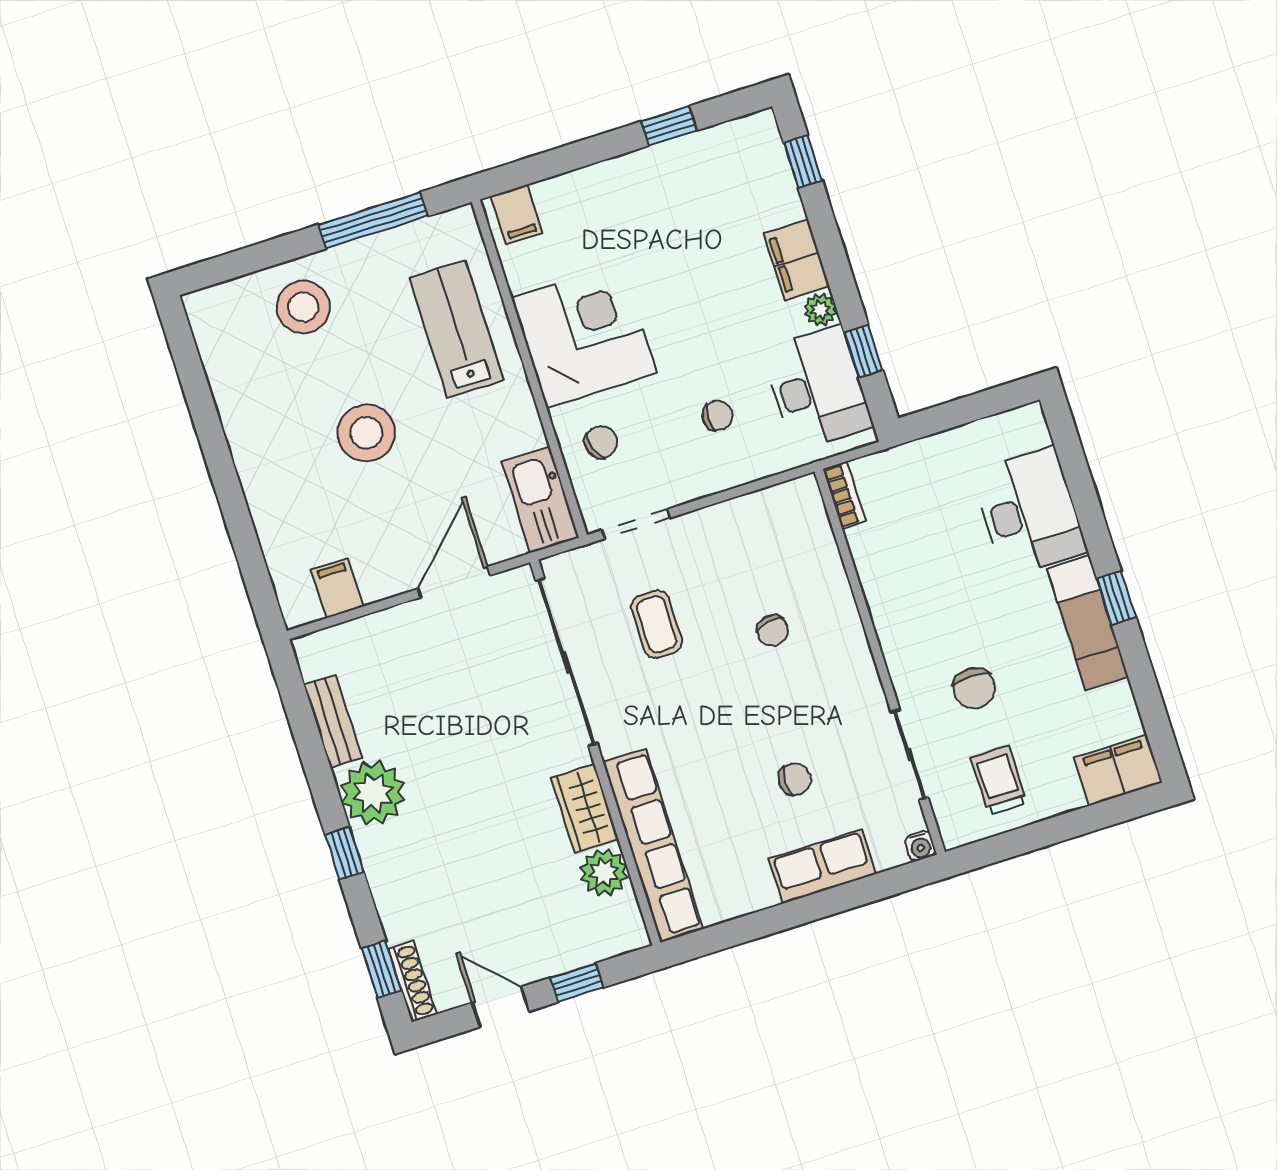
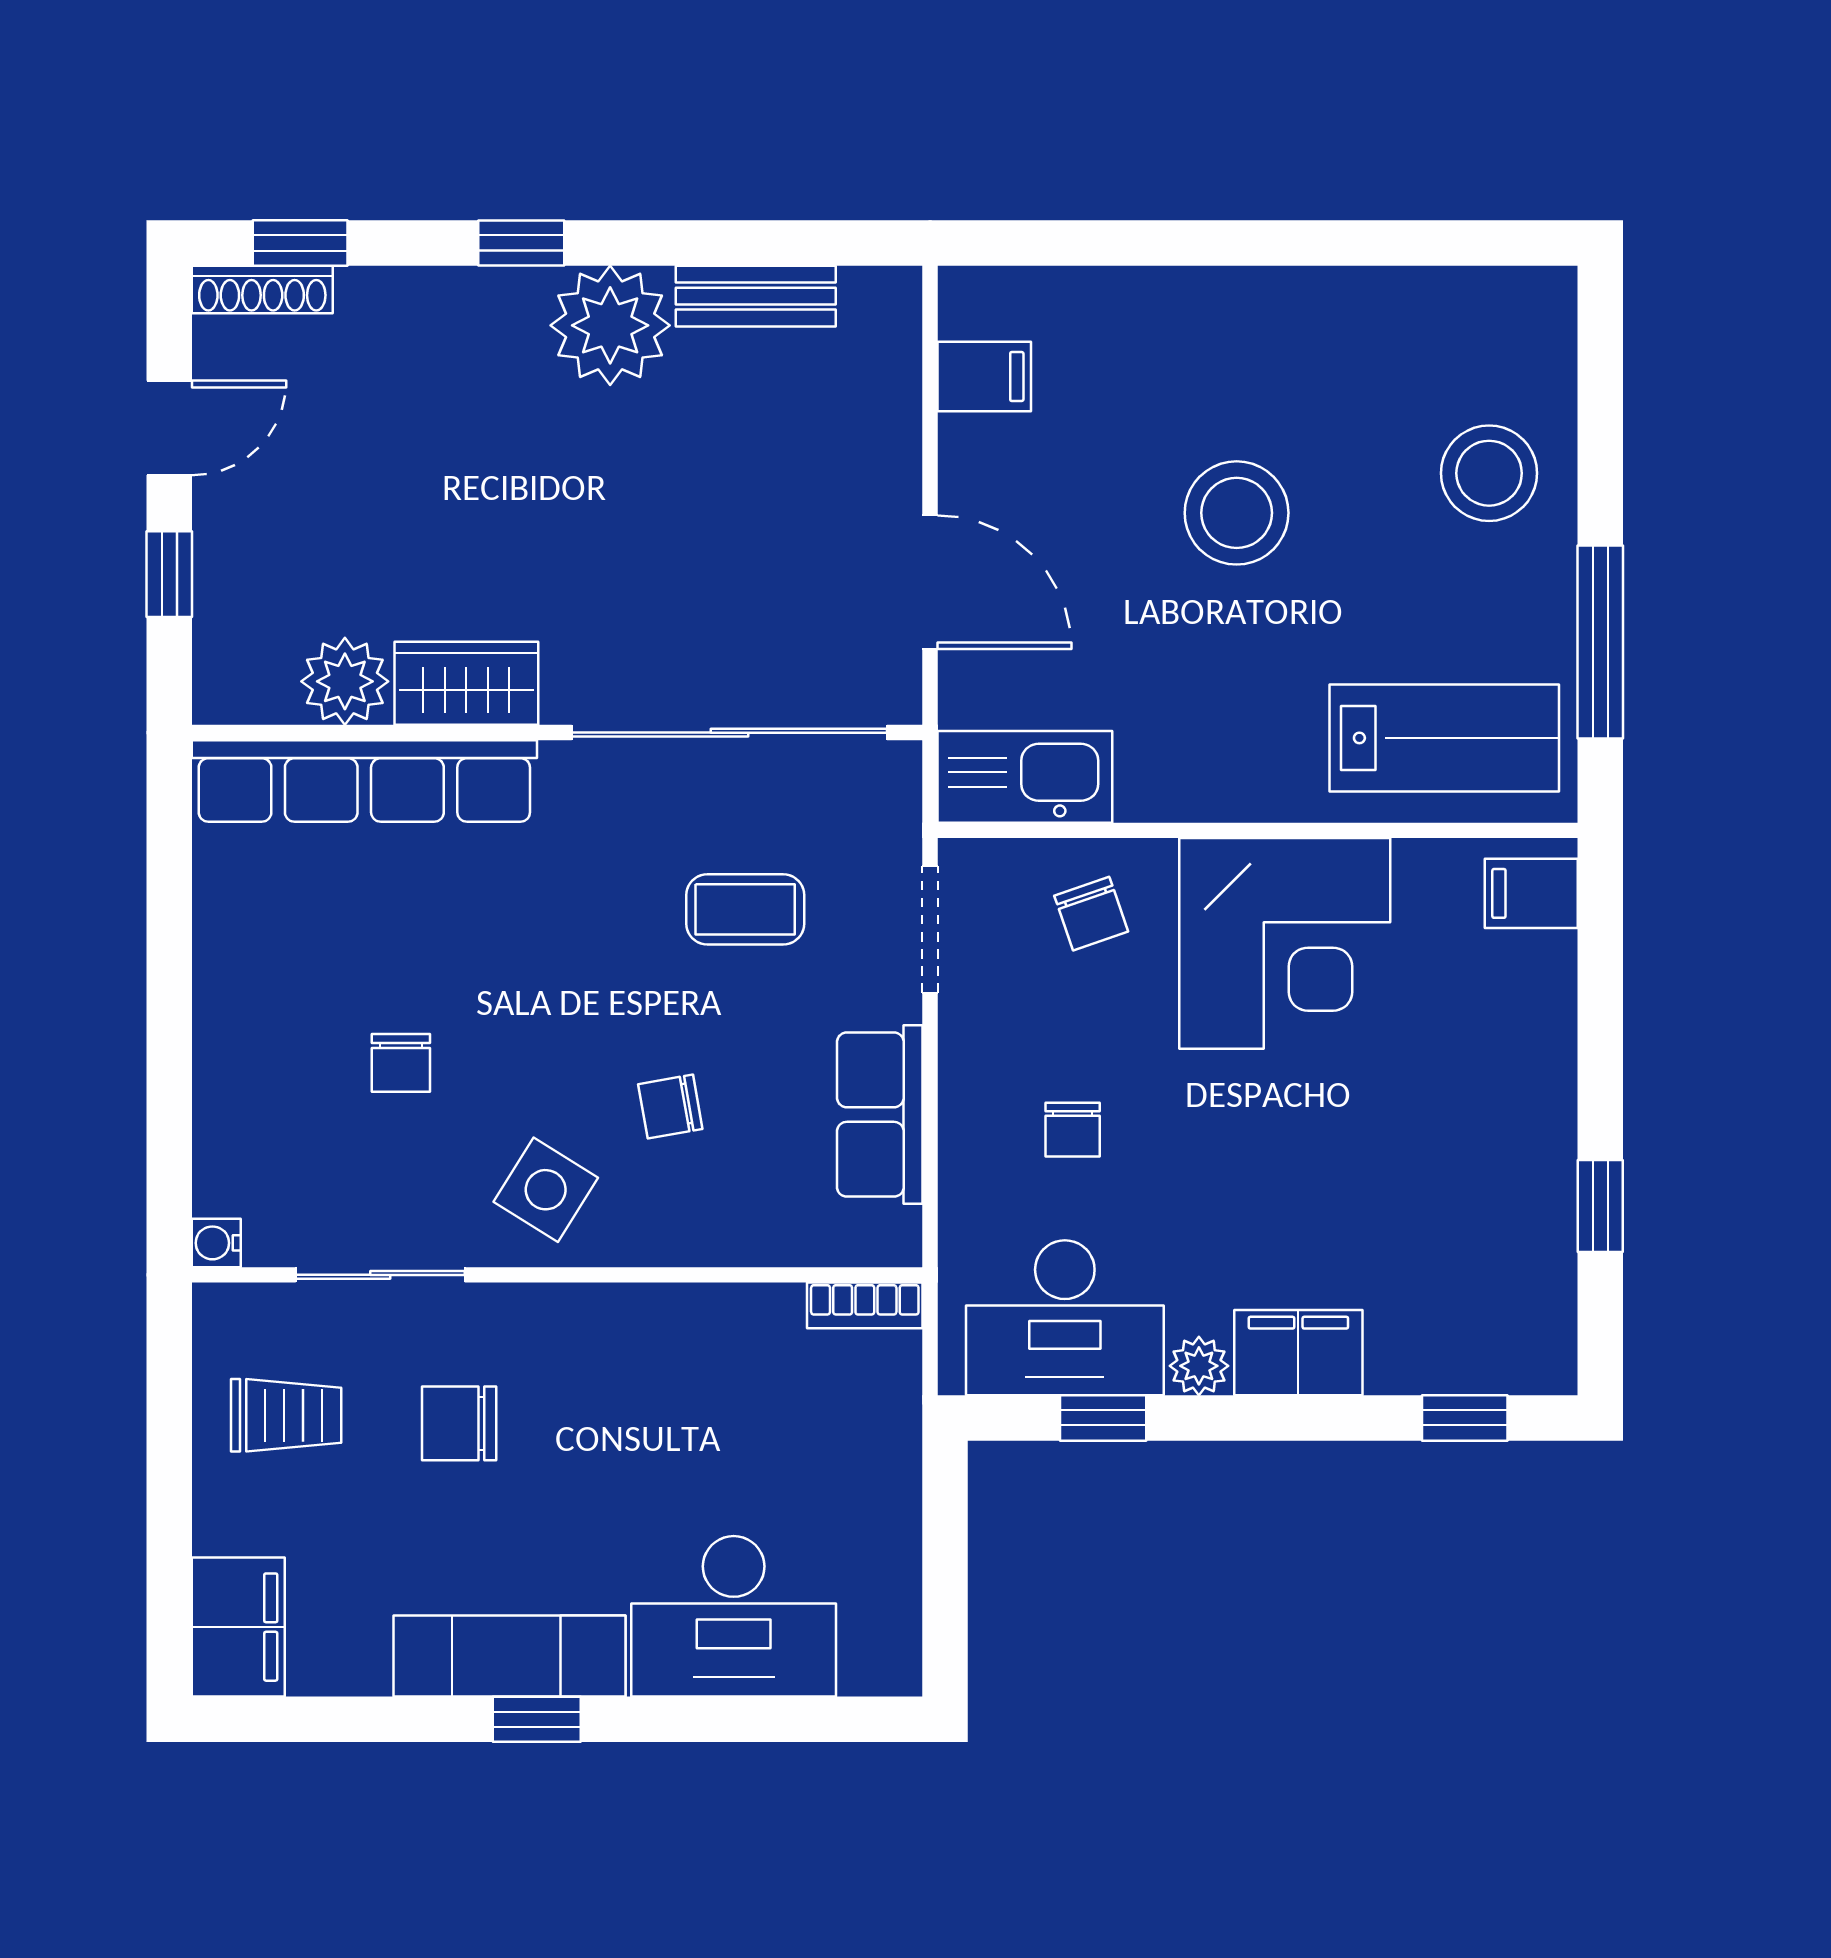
lab bench: (456, 329) -> (1444, 738), moved
side table: (837, 682) -> (546, 1190), added
row of seats: (822, 866) -> (880, 1115), moved, turned 180

